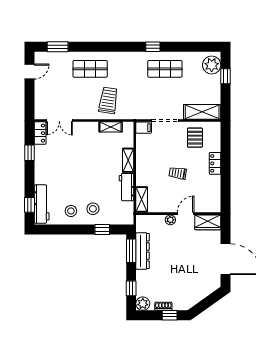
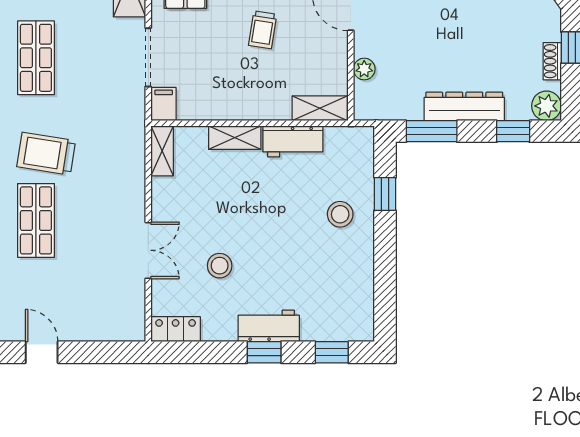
trolley: (108, 100) -> (46, 154), moved
double door: (59, 120) -> (148, 250), moved
shelving: (111, 127) -> (162, 151), moved
window: (29, 153) -> (264, 352), moved
workbench: (42, 204) -> (269, 326), moved, width x0.73
stool: (71, 211) -> (220, 266), moved
plant: (170, 220) -> (364, 69), moved
dresser: (143, 251) -> (464, 106), moved

